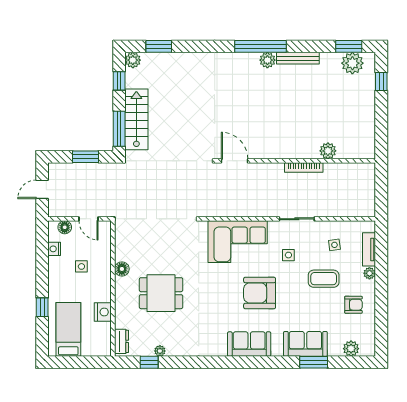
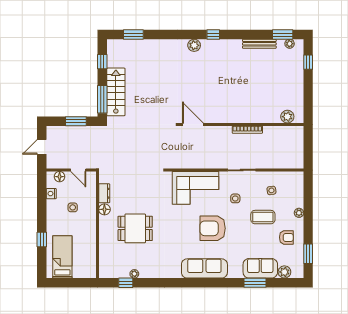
window: (260, 46) -> (213, 35), width x0.32
bench: (298, 58) -> (259, 44), moved
plant: (133, 60) -> (113, 45), removed
plant: (267, 60) -> (194, 45), moved
plant: (352, 63) -> (290, 44), width x0.53, depth x0.53
plant: (328, 151) -> (287, 117), moved
tv unit: (369, 249) -> (299, 194), removed
nightstand: (103, 312) -> (89, 243), removed
window: (381, 325) -> (308, 254), added
dresser: (122, 341) -> (104, 193), moved
sofa: (249, 344) -> (204, 268), width x1.36
sofa: (305, 344) -> (260, 268), moved

